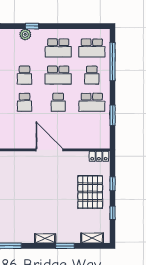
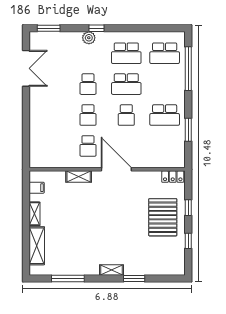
school desk: (92, 75) -> (88, 146), moved
shelving: (92, 238) -> (79, 177), moved

